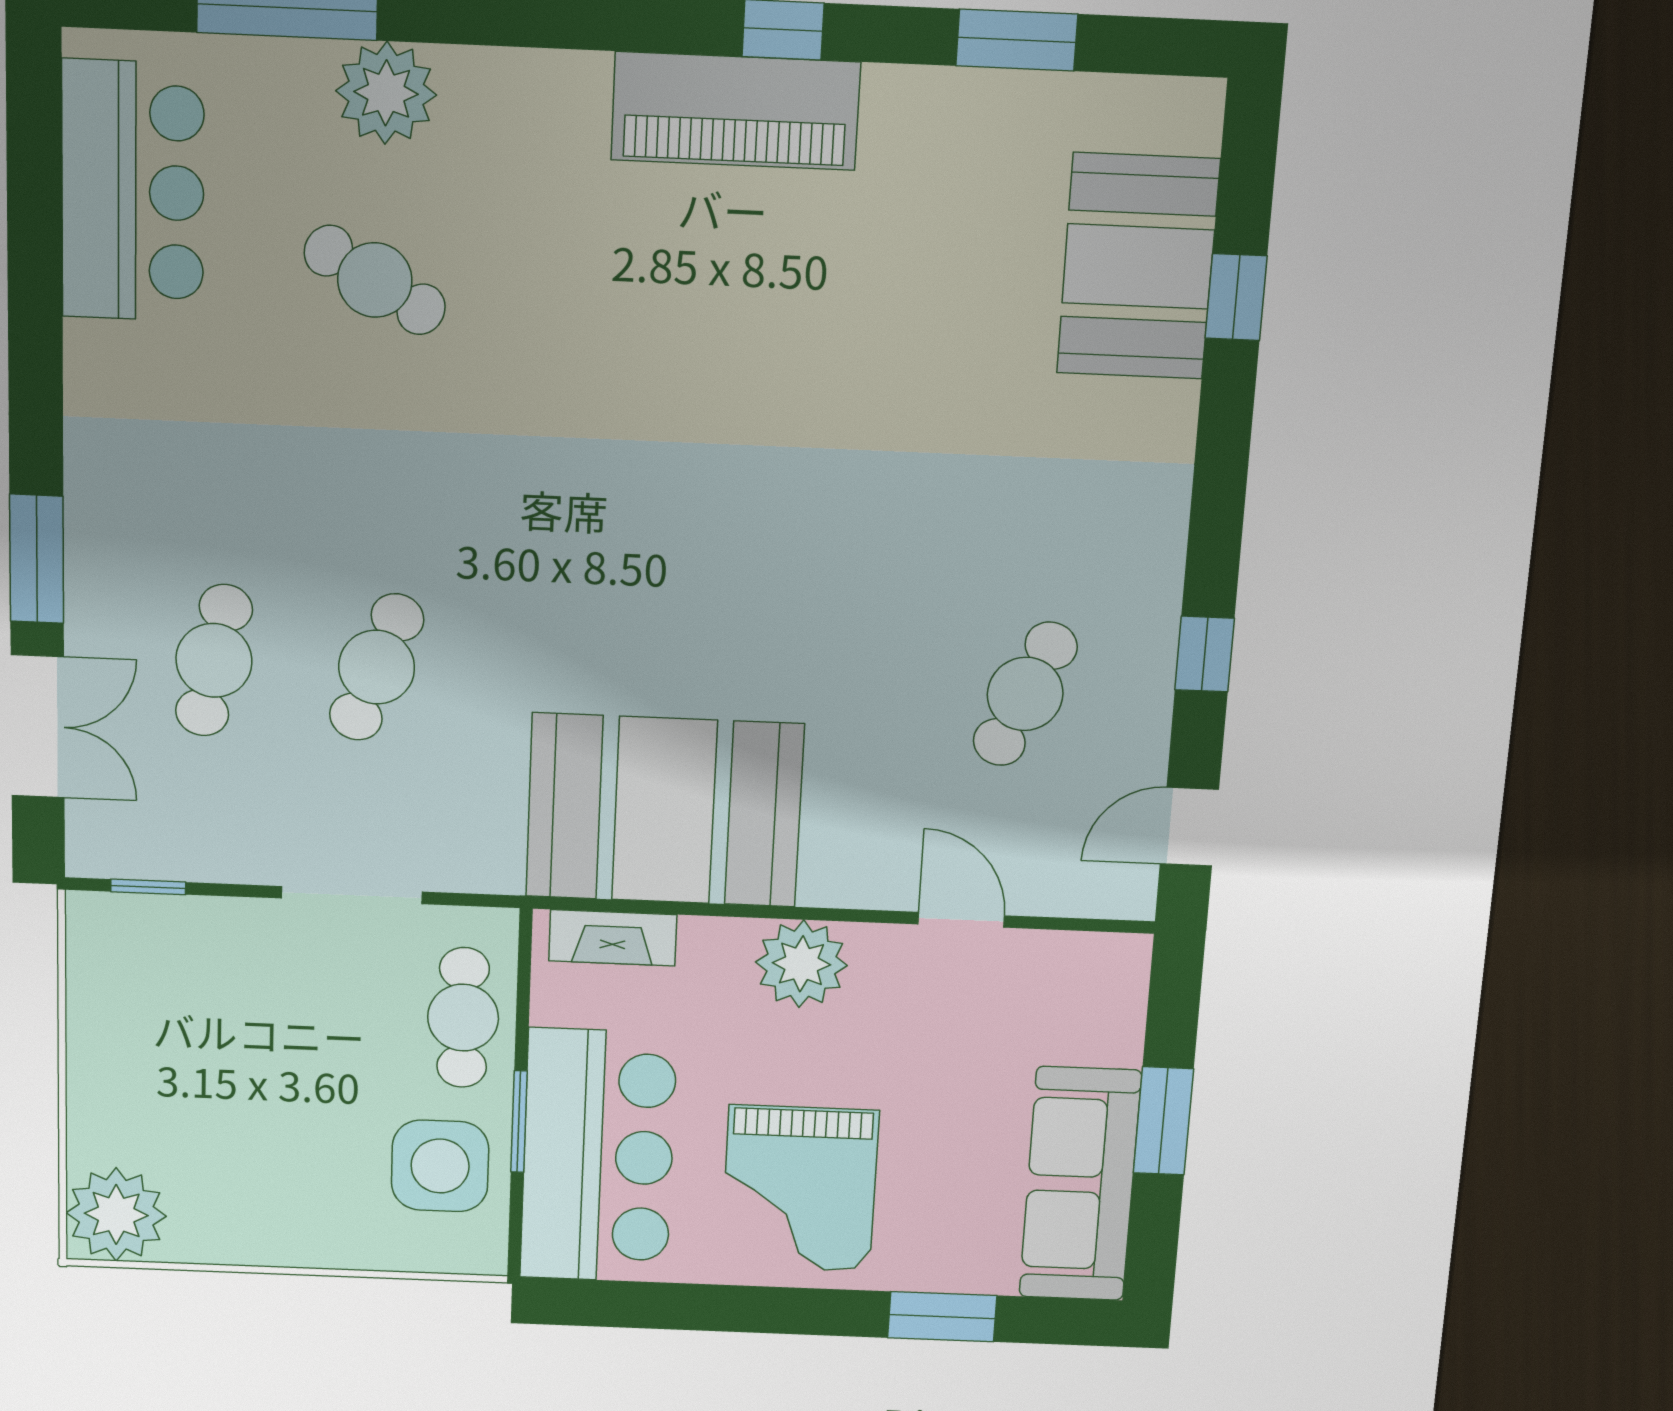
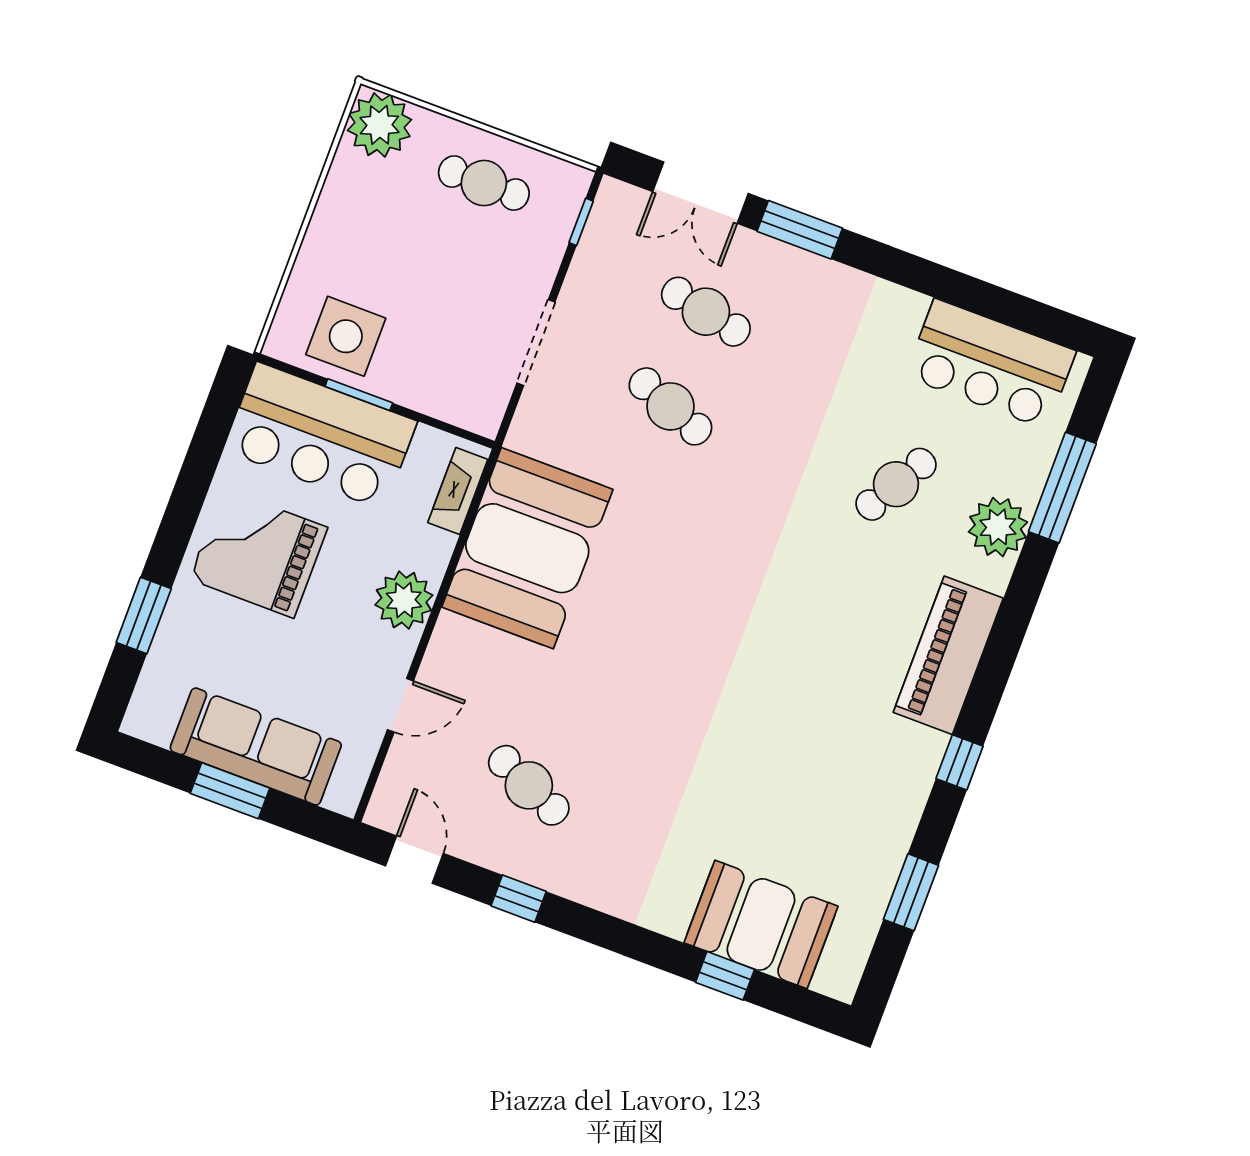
piano: (735, 111) -> (948, 655), moved
cafe table: (463, 1018) -> (484, 183), moved
sofa: (1080, 1184) -> (256, 747), moved

